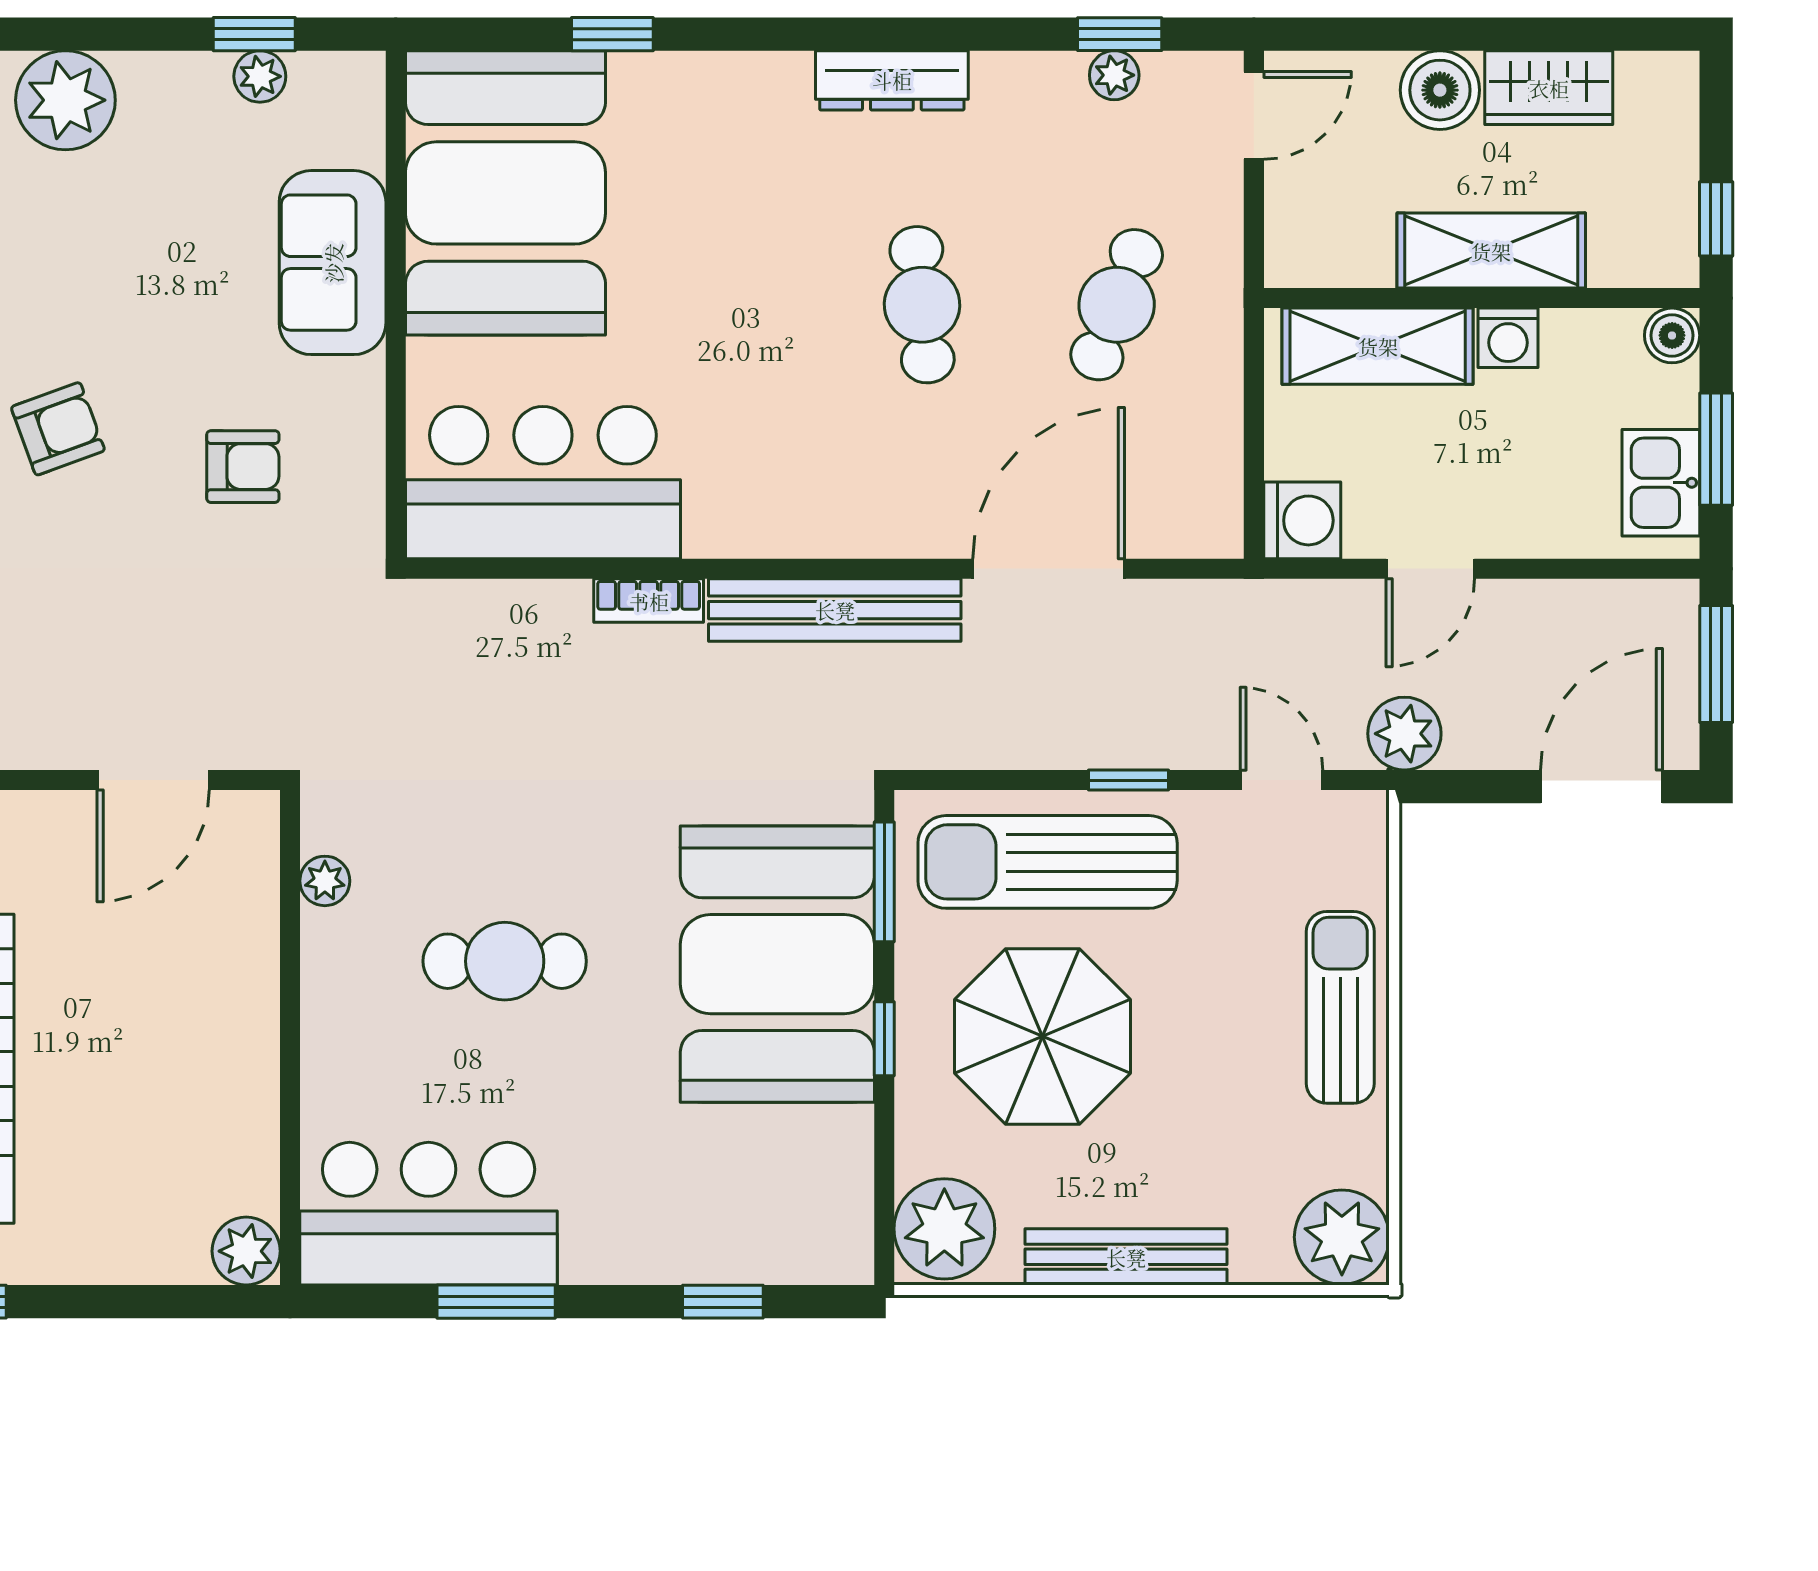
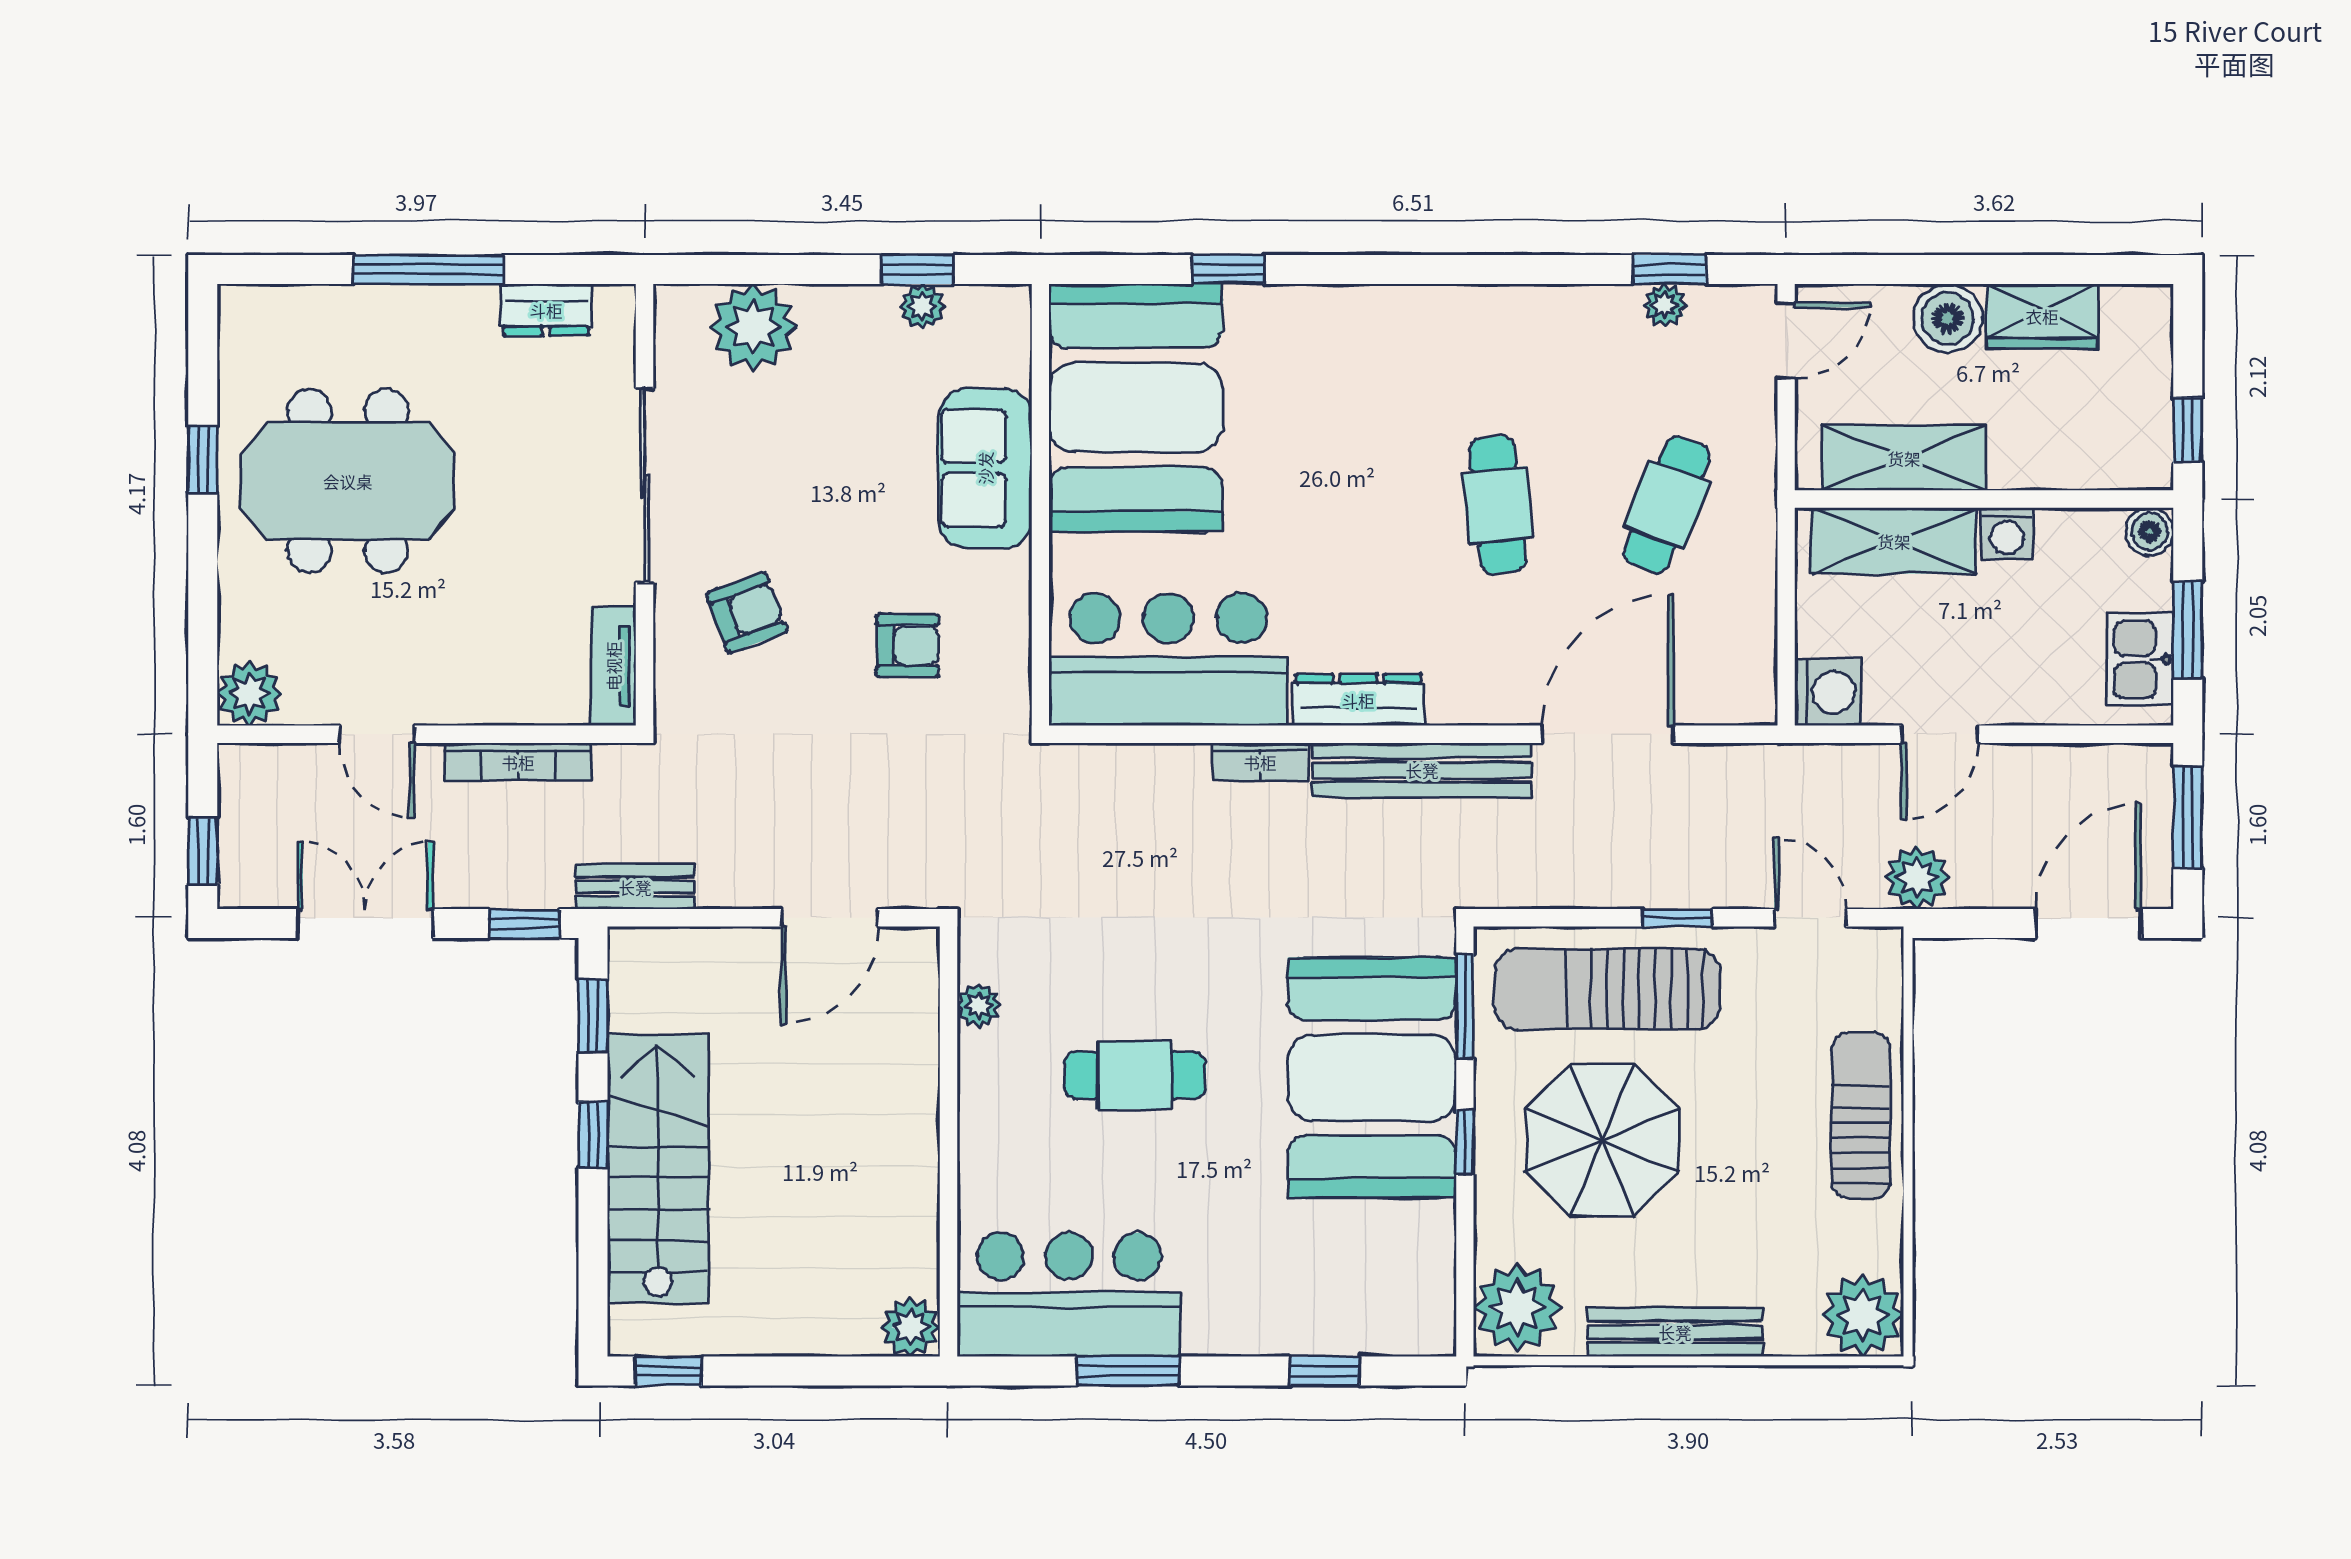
dresser: (892, 80) -> (1358, 700), moved, turned 180
shelving: (1491, 251) -> (1904, 458), moved

